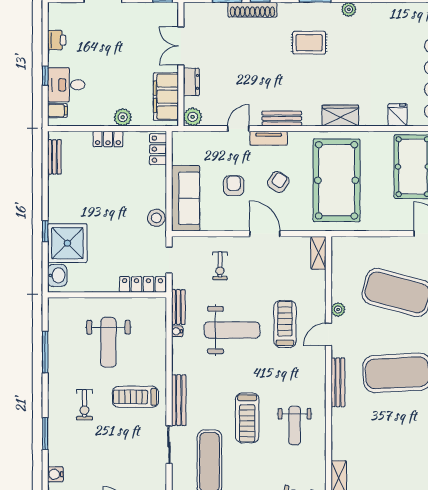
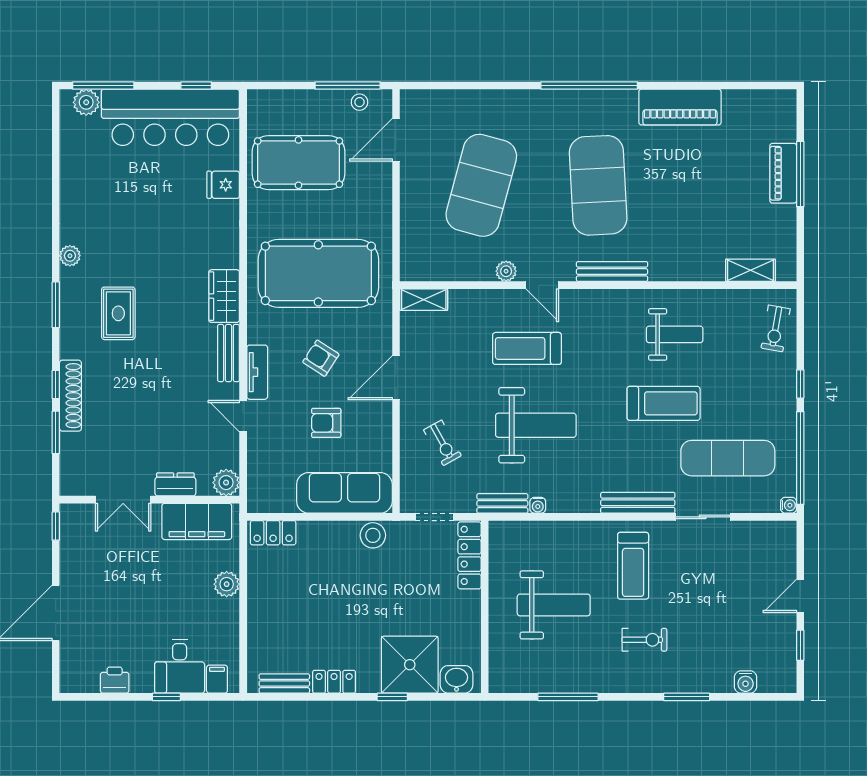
wardrobe: (340, 115) -> (224, 296), moved
locker: (108, 139) -> (334, 682), moved, turned -90
exercise bike: (220, 266) -> (442, 443), turned 61
weight bench: (232, 330) -> (536, 425), turned 90

